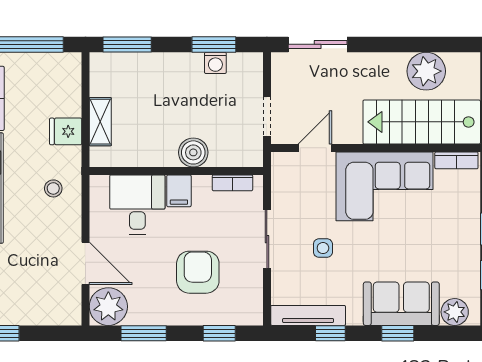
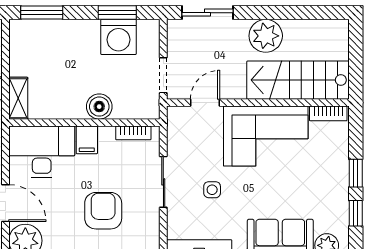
washing machine: (215, 63) -> (119, 37), width x1.89, depth x1.89
plant: (426, 71) -> (266, 36), moved
shelving: (100, 122) -> (18, 98), moved
desk: (137, 204) -> (42, 152), width x1.37

